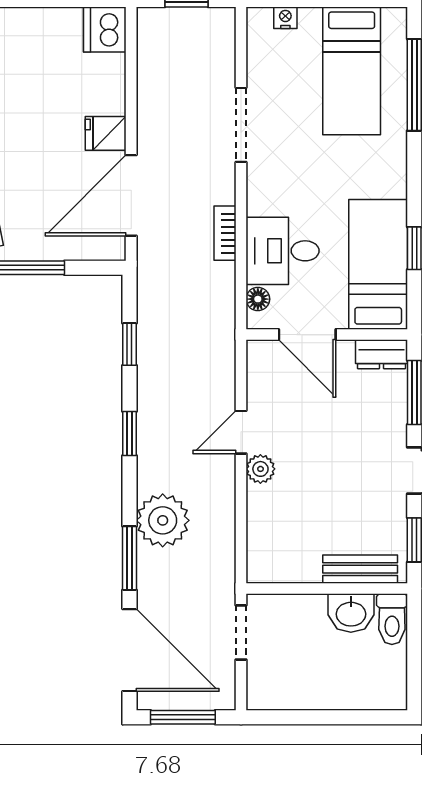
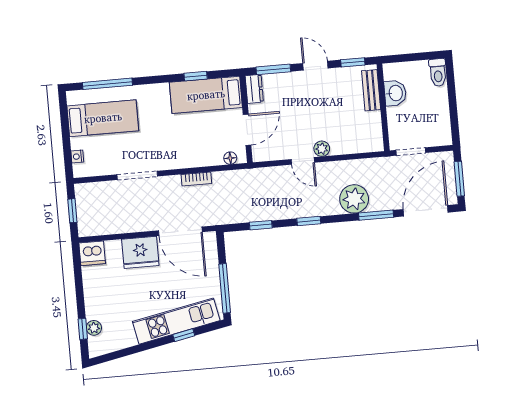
fridge: (106, 133) -> (140, 252), width x1.88, depth x1.34
desk: (283, 251) -> (203, 147), removed
toilet: (392, 619) -> (438, 72), moved, turned 90

